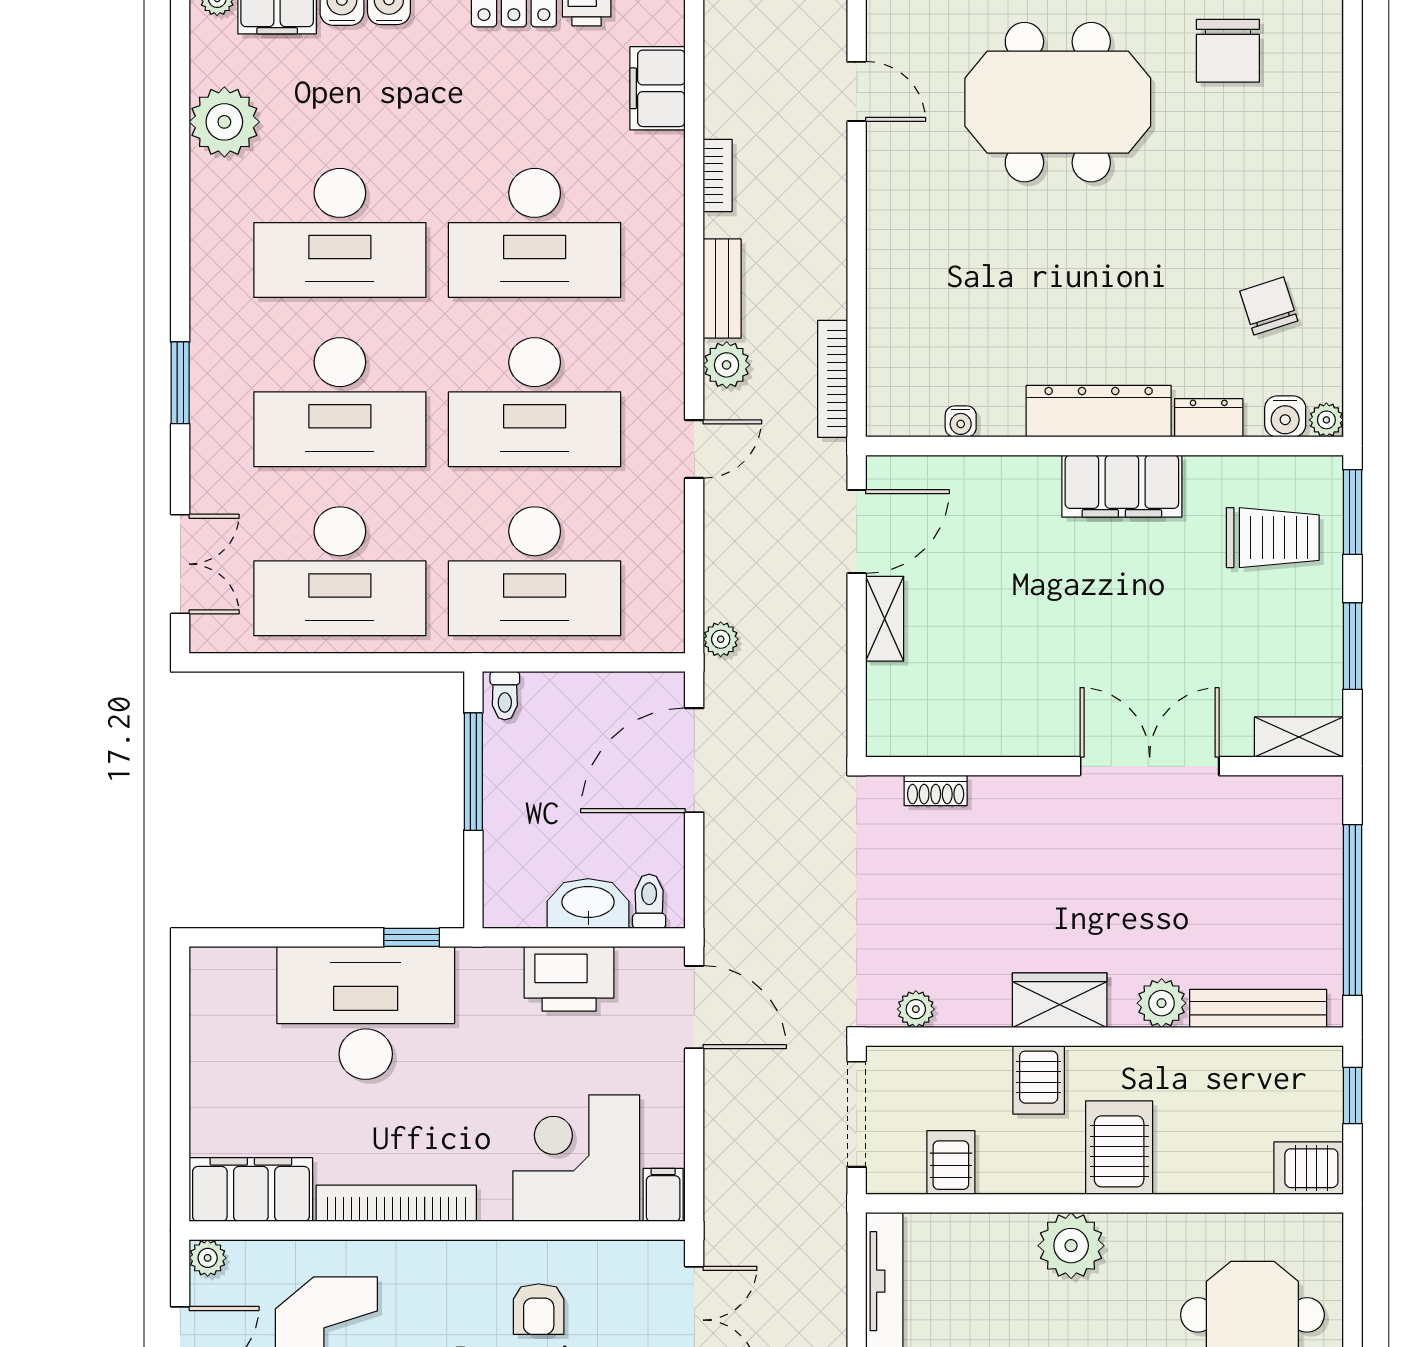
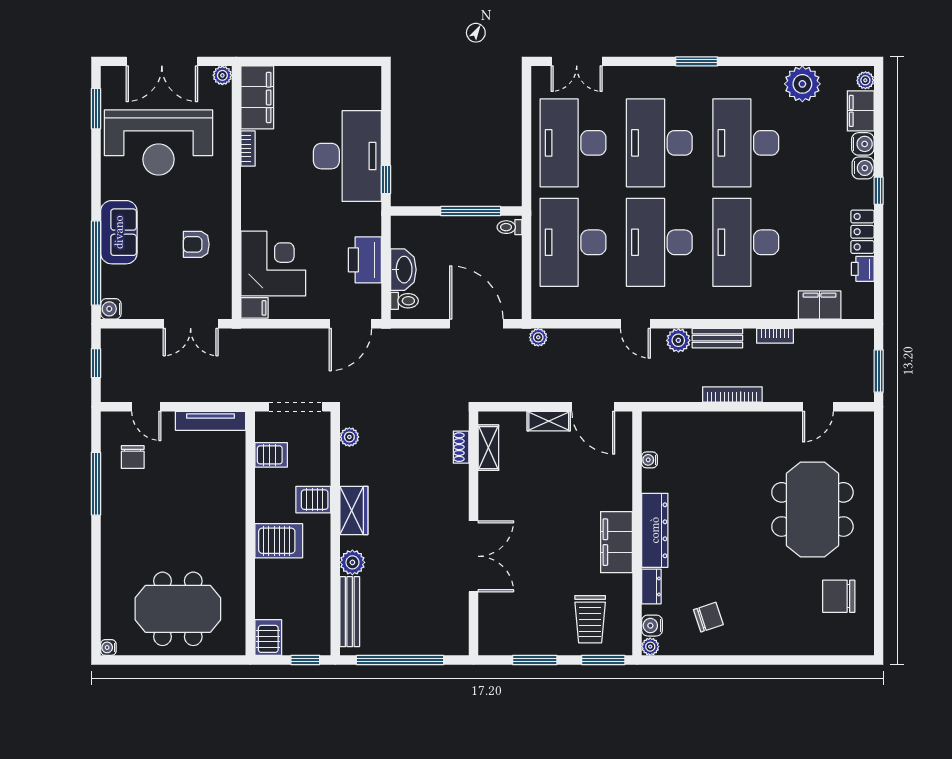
bookcase: (833, 379) -> (732, 394), moved
window: (180, 383) -> (697, 61), moved
shelving: (1299, 737) -> (488, 448), moved
bookcase: (396, 1203) -> (248, 148), width x0.43, depth x0.76
plant: (1071, 1246) -> (229, 516), removed

